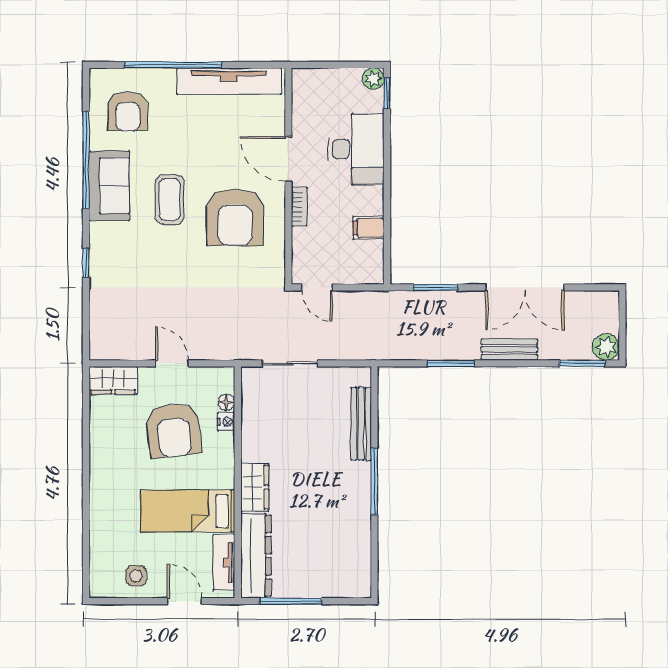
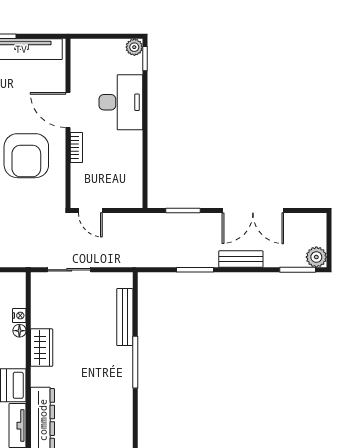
filing cabinet: (369, 228) -> (131, 164), removed
floor lamp: (226, 402) -> (19, 331), moved
wardrobe: (255, 487) -> (42, 348), moved

